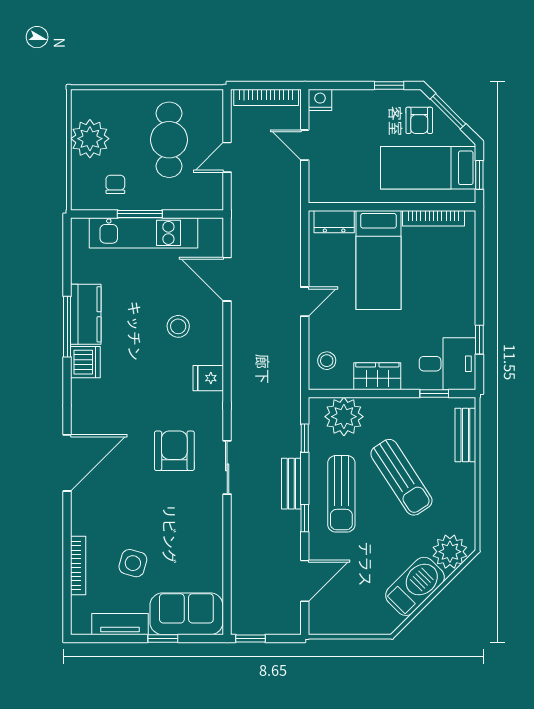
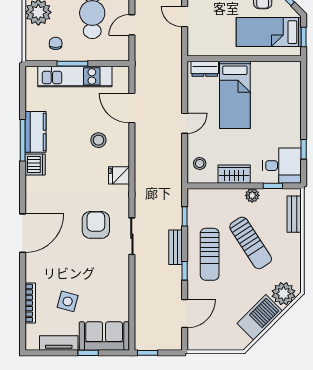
bookcase: (434, 218) -> (272, 66), removed
plant: (344, 417) -> (252, 195), moved, width x0.53, depth x0.53

